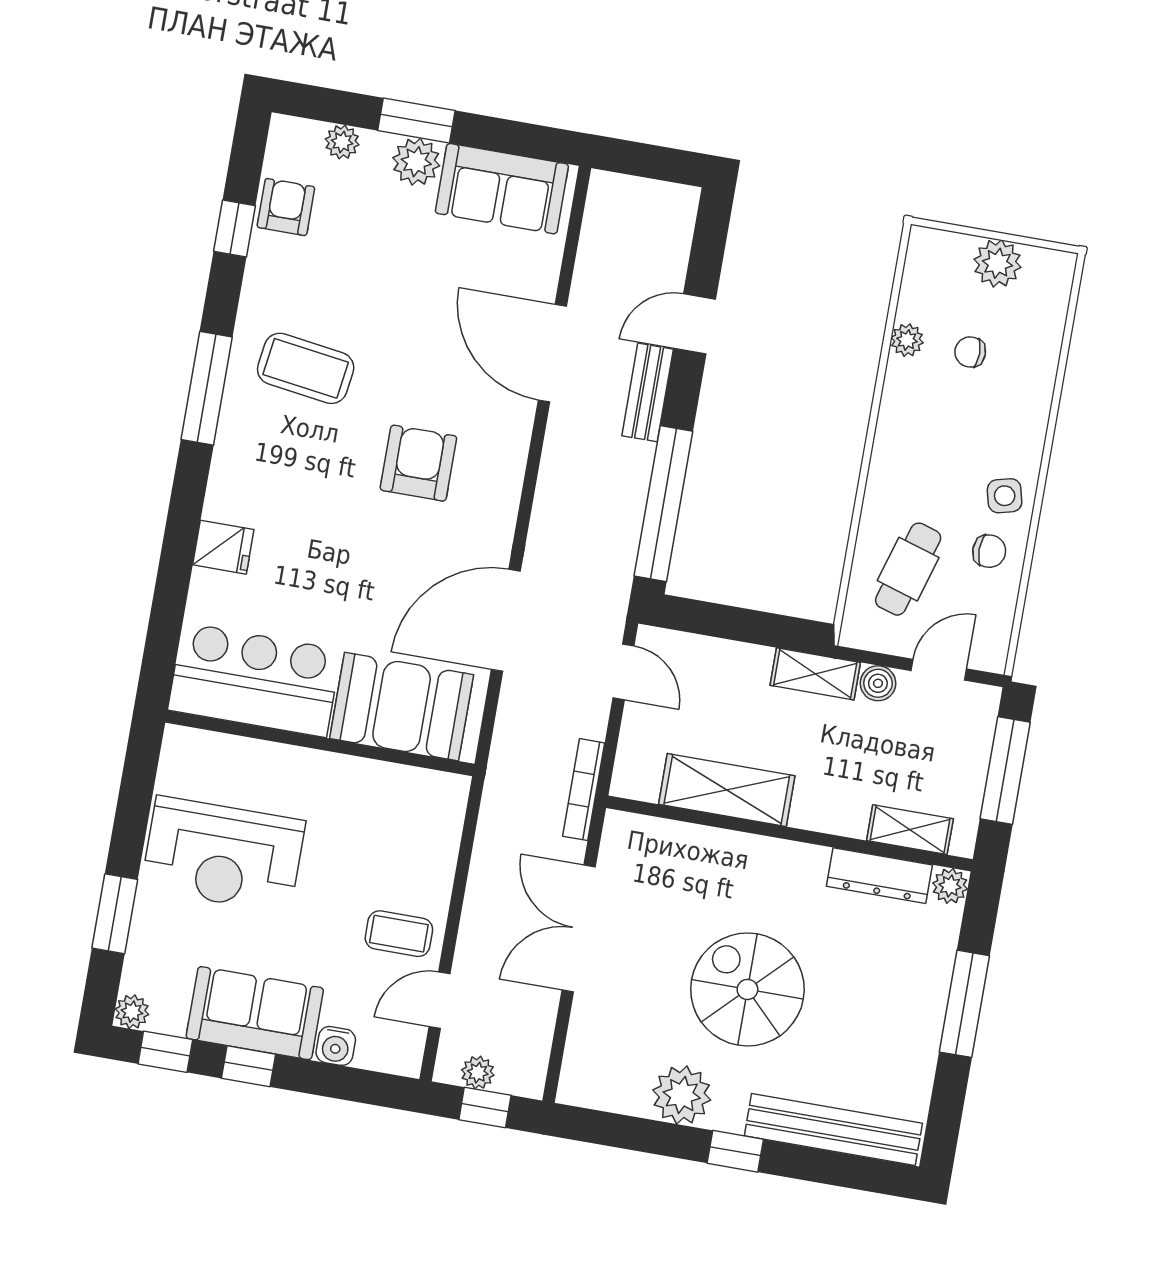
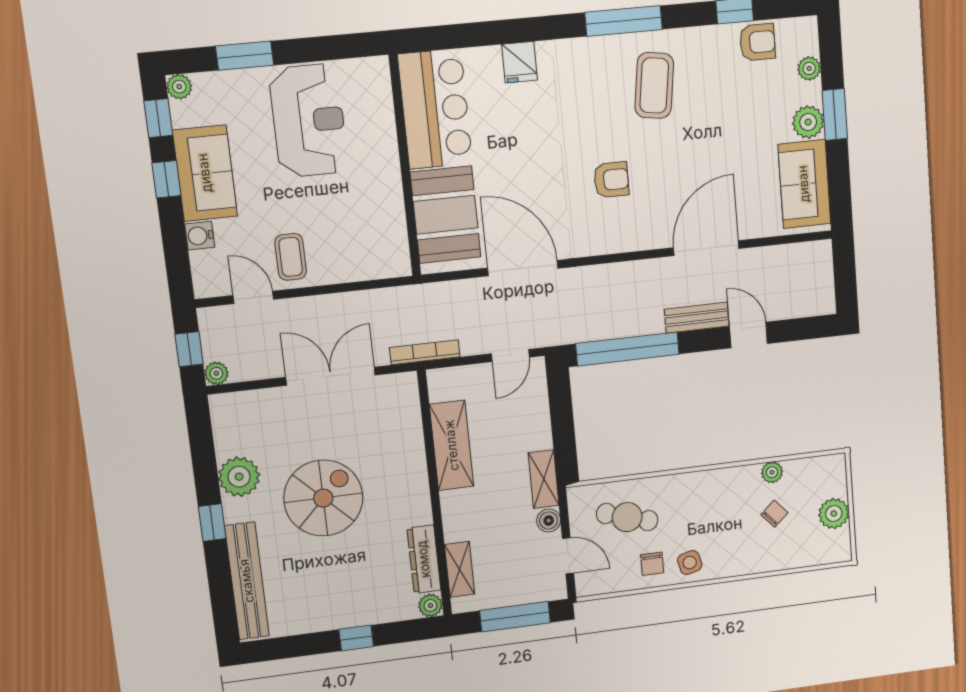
chair: (970, 352) -> (774, 514), turned 48
armchair: (418, 463) -> (611, 180), width x0.72, depth x0.72
reception desk: (223, 855) -> (309, 121), turned 180
window: (964, 1004) -> (356, 638), width x0.46
plant: (478, 1073) -> (216, 373), moved

